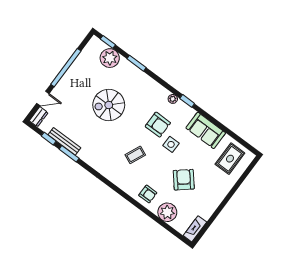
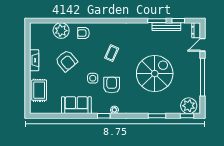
plant: (110, 58) -> (189, 106), moved
spiral stairs: (109, 105) -> (155, 74), width x1.37, depth x1.37
armchair: (158, 125) -> (112, 85), turned 90
rug: (230, 159) -> (39, 90), moved
fireplace: (195, 229) -> (34, 60), moved

